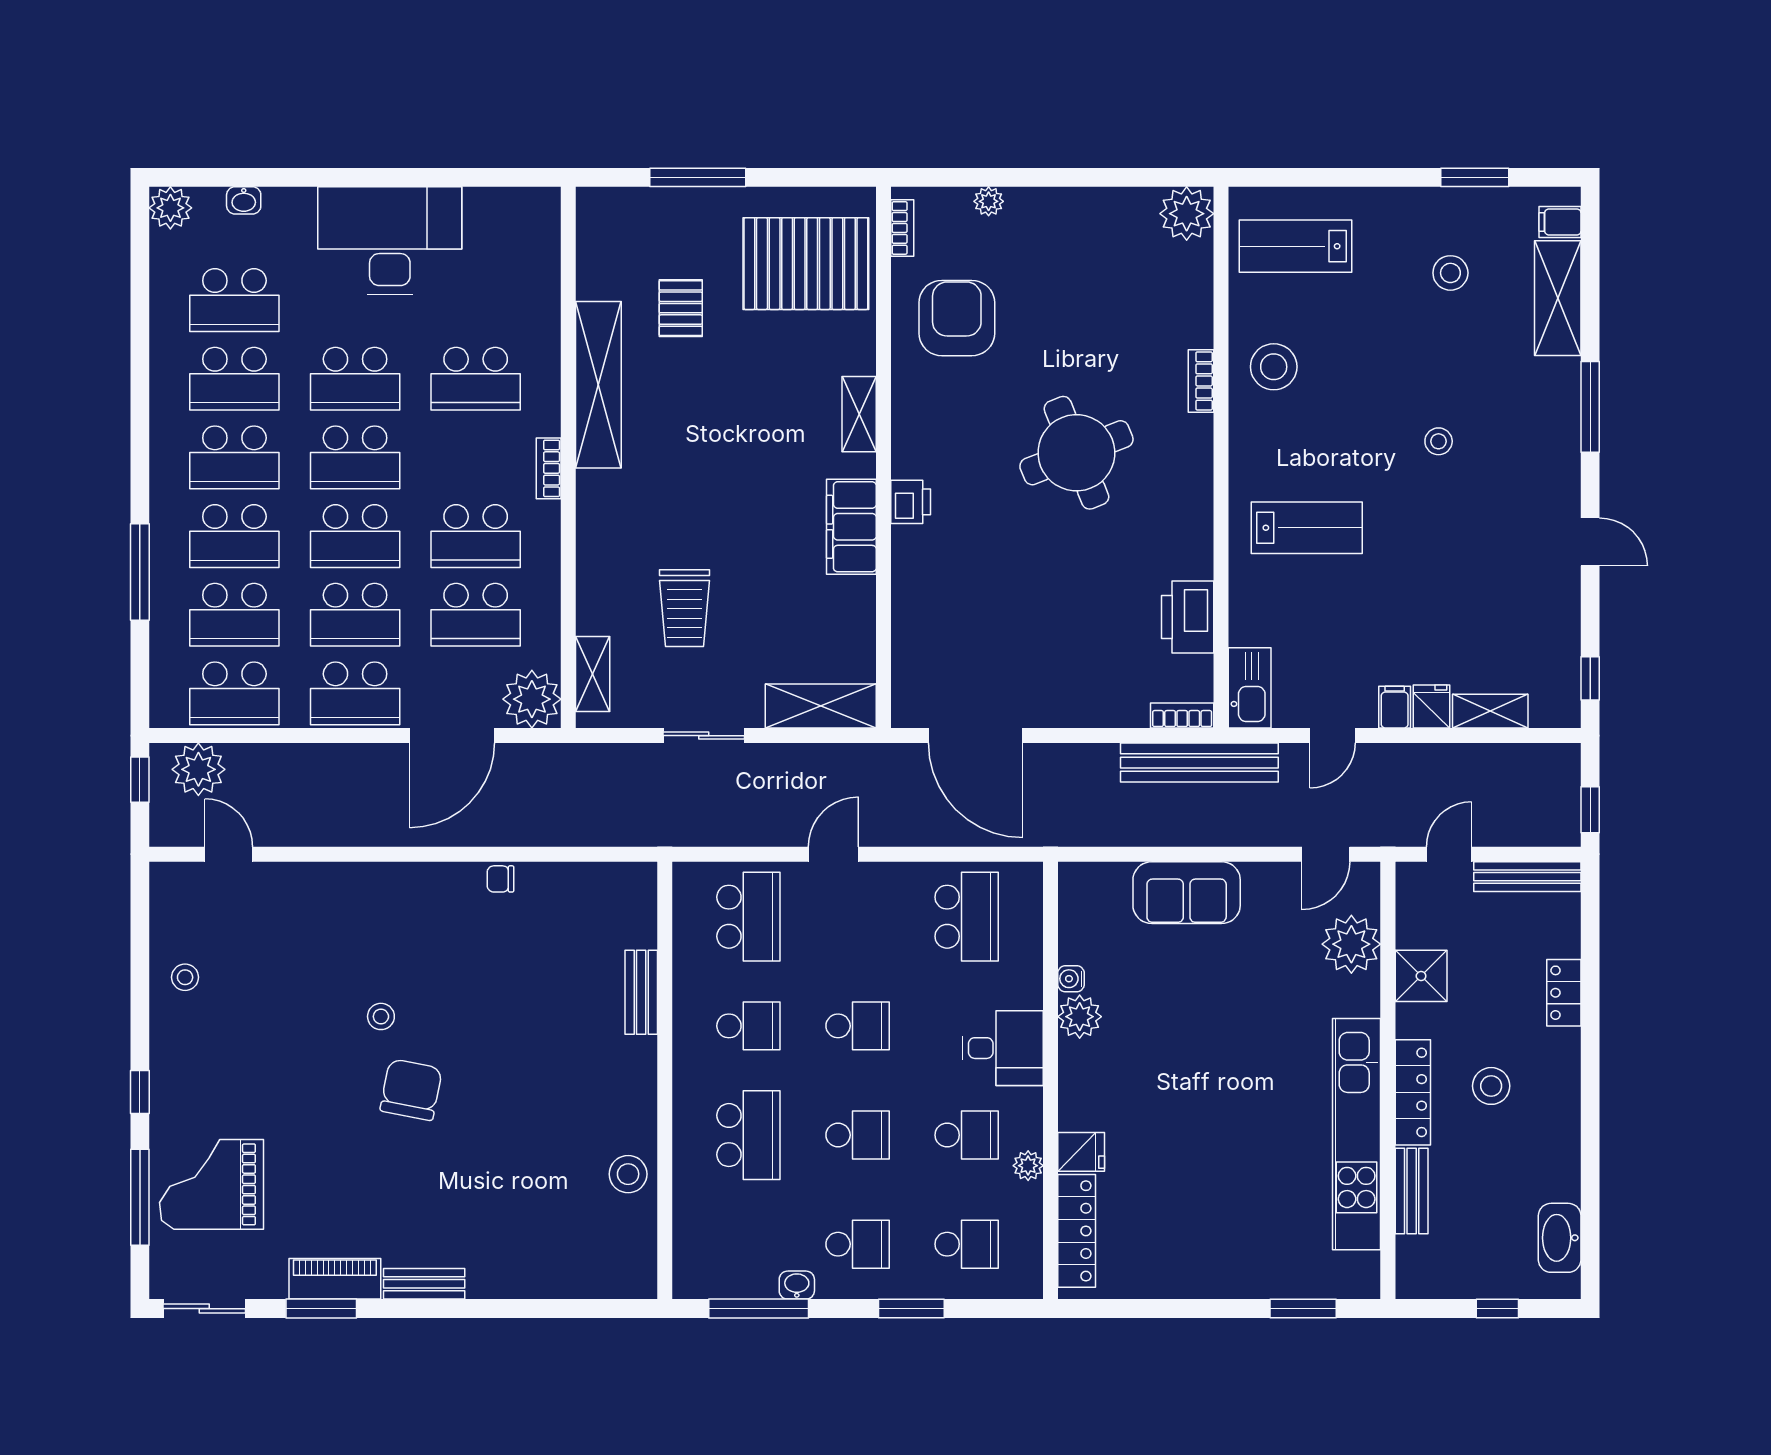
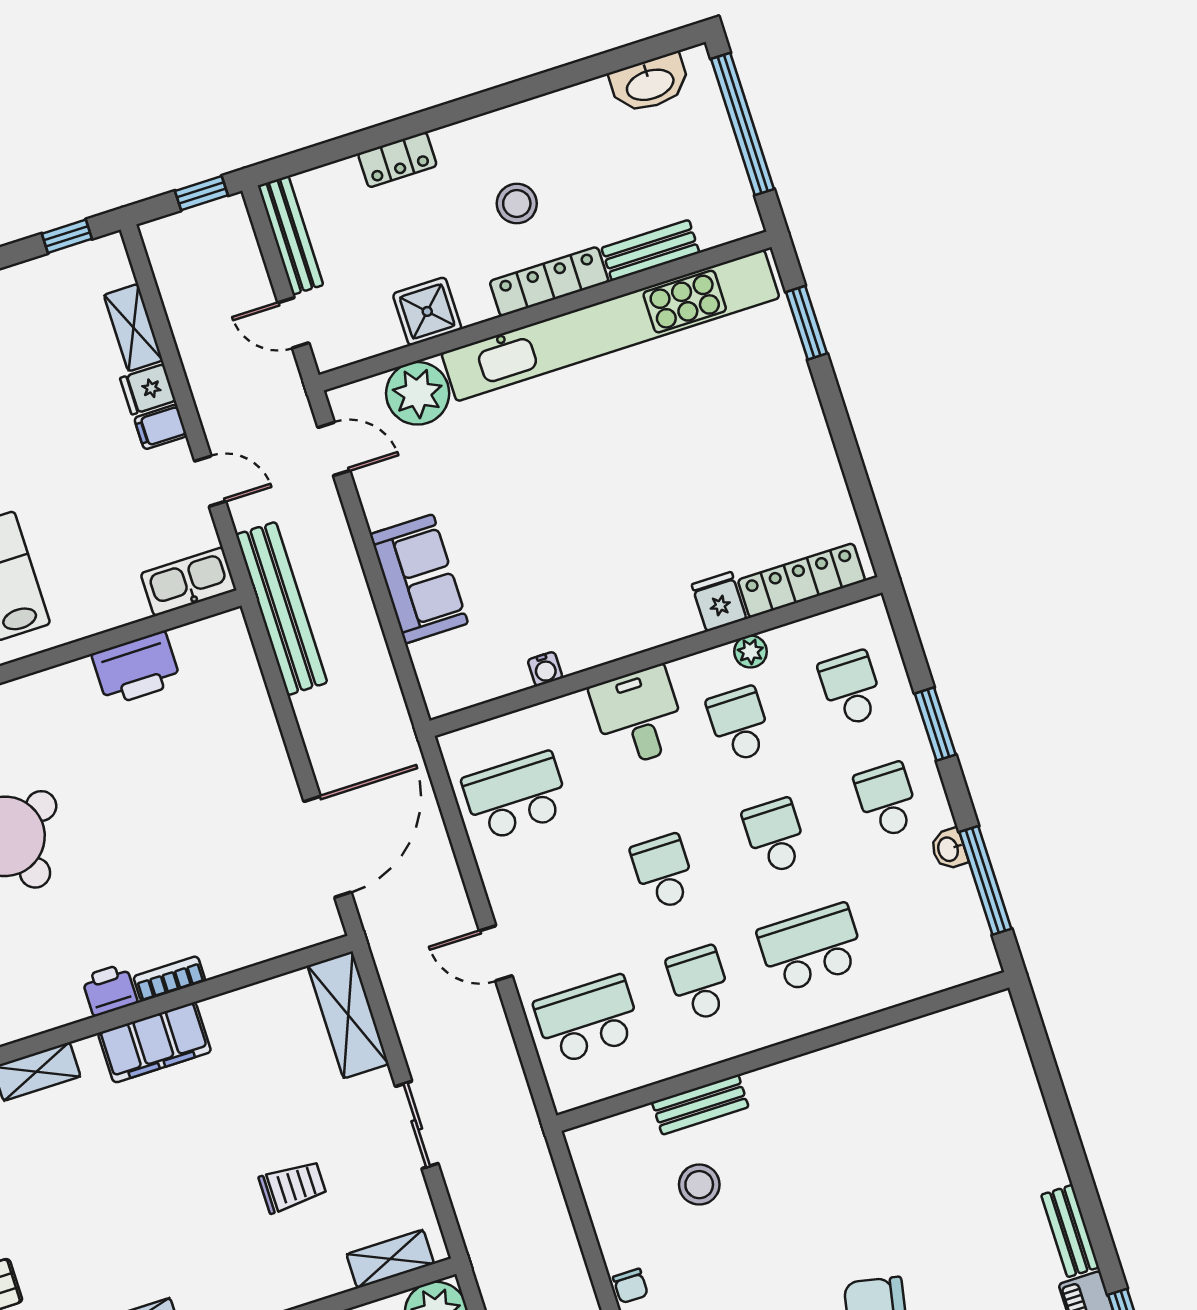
trolley: (684, 608) -> (293, 1187), width x0.73, depth x0.72
bookcase: (1182, 716) -> (169, 979), moved, turned 90
plant: (1080, 1017) -> (581, 648), removed
kitchen unit: (1357, 1134) -> (610, 325), width x1.36
stool: (628, 1174) -> (699, 1185), moved
window: (1497, 1309) -> (743, 124), width x3.17

